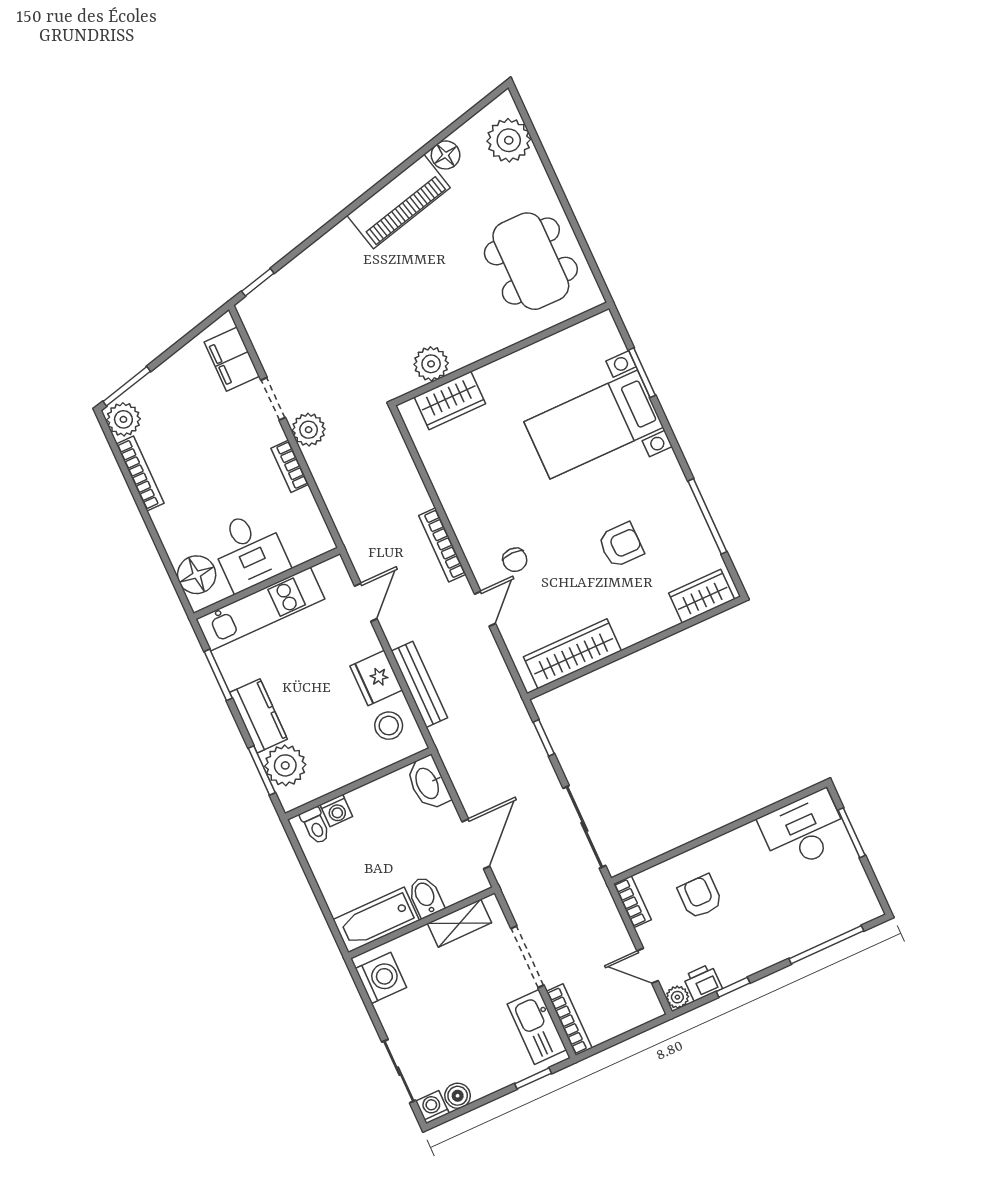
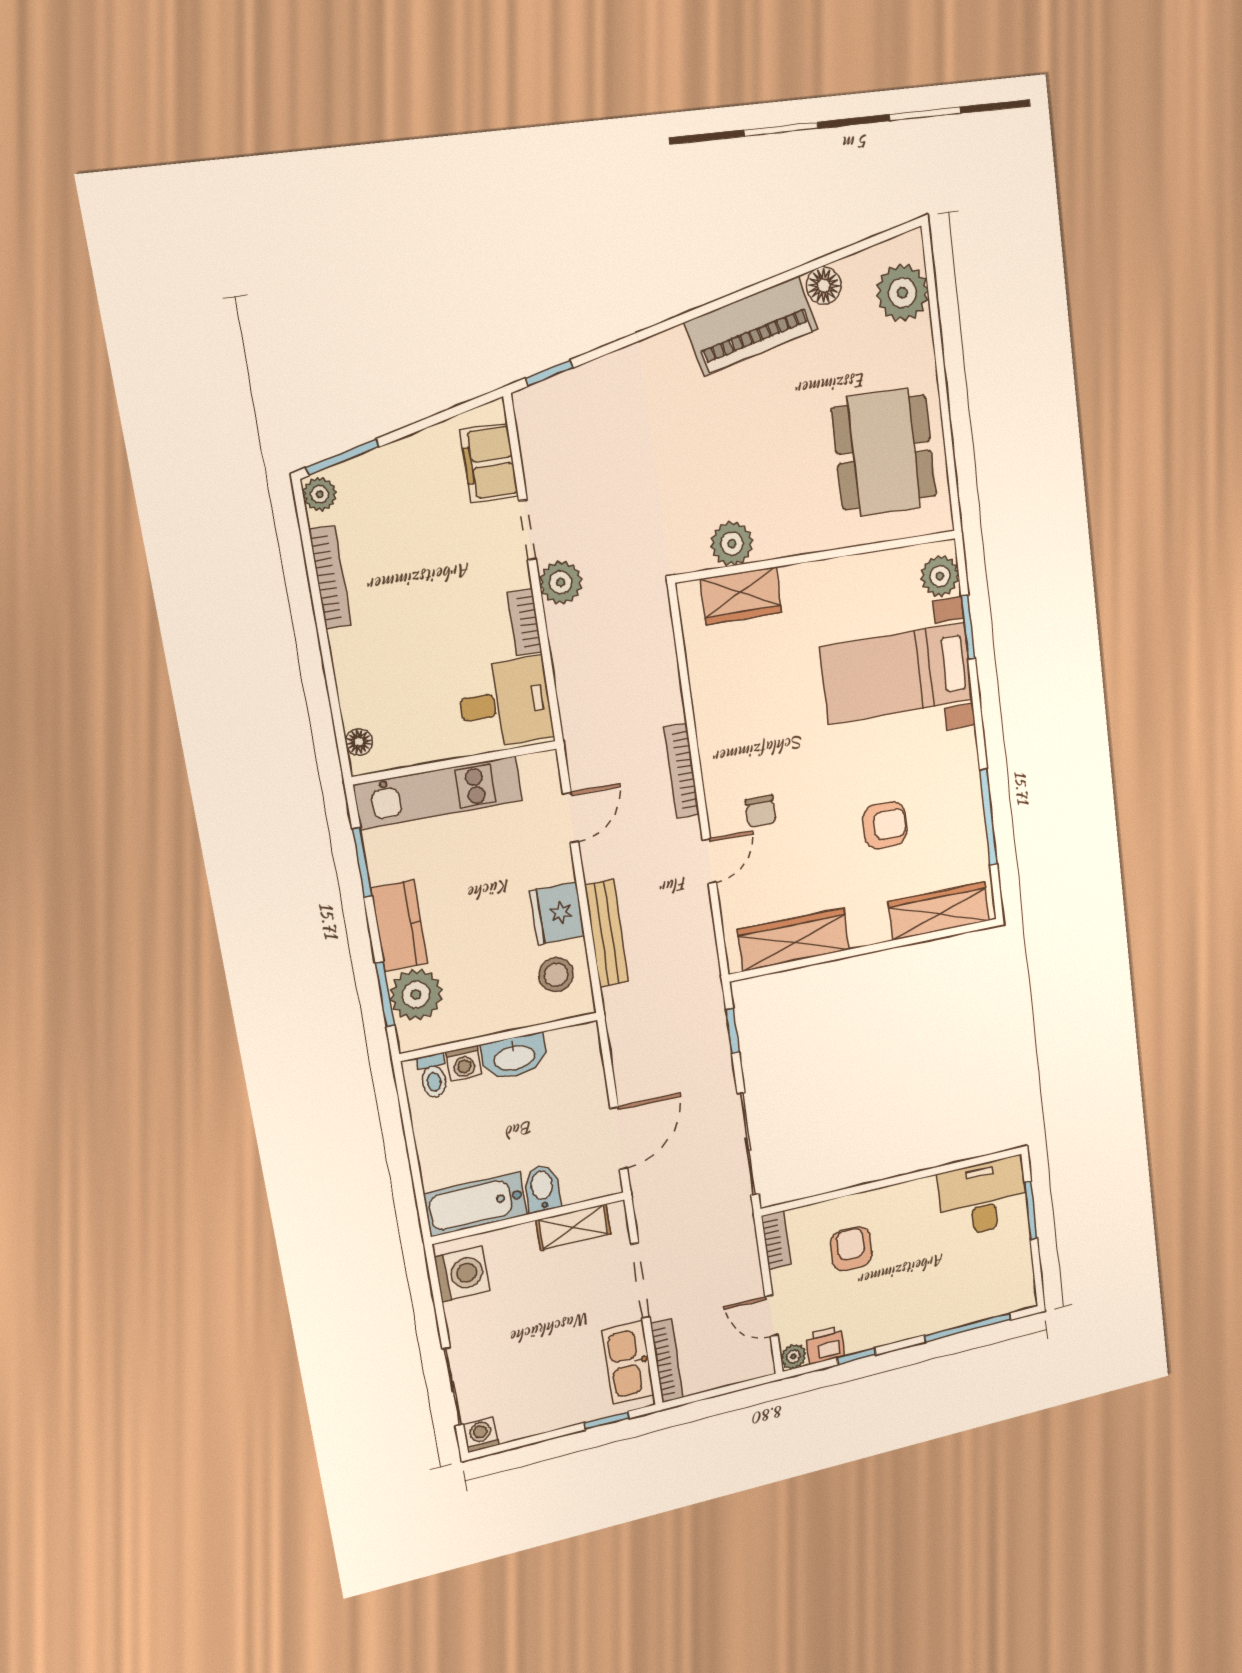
plant: (606, 340) -> (940, 576), added
plant: (123, 419) -> (320, 494), width x0.73, depth x0.73
desk: (249, 551) -> (505, 703), moved, turned -90
floor lamp: (197, 575) -> (359, 742), width x0.53, depth x0.53
wardrobe: (702, 596) -> (939, 911), width x1.50
washbasin: (428, 783) -> (514, 1057), moved, turned -90
boiler: (458, 1096) -> (514, 1426), removed

